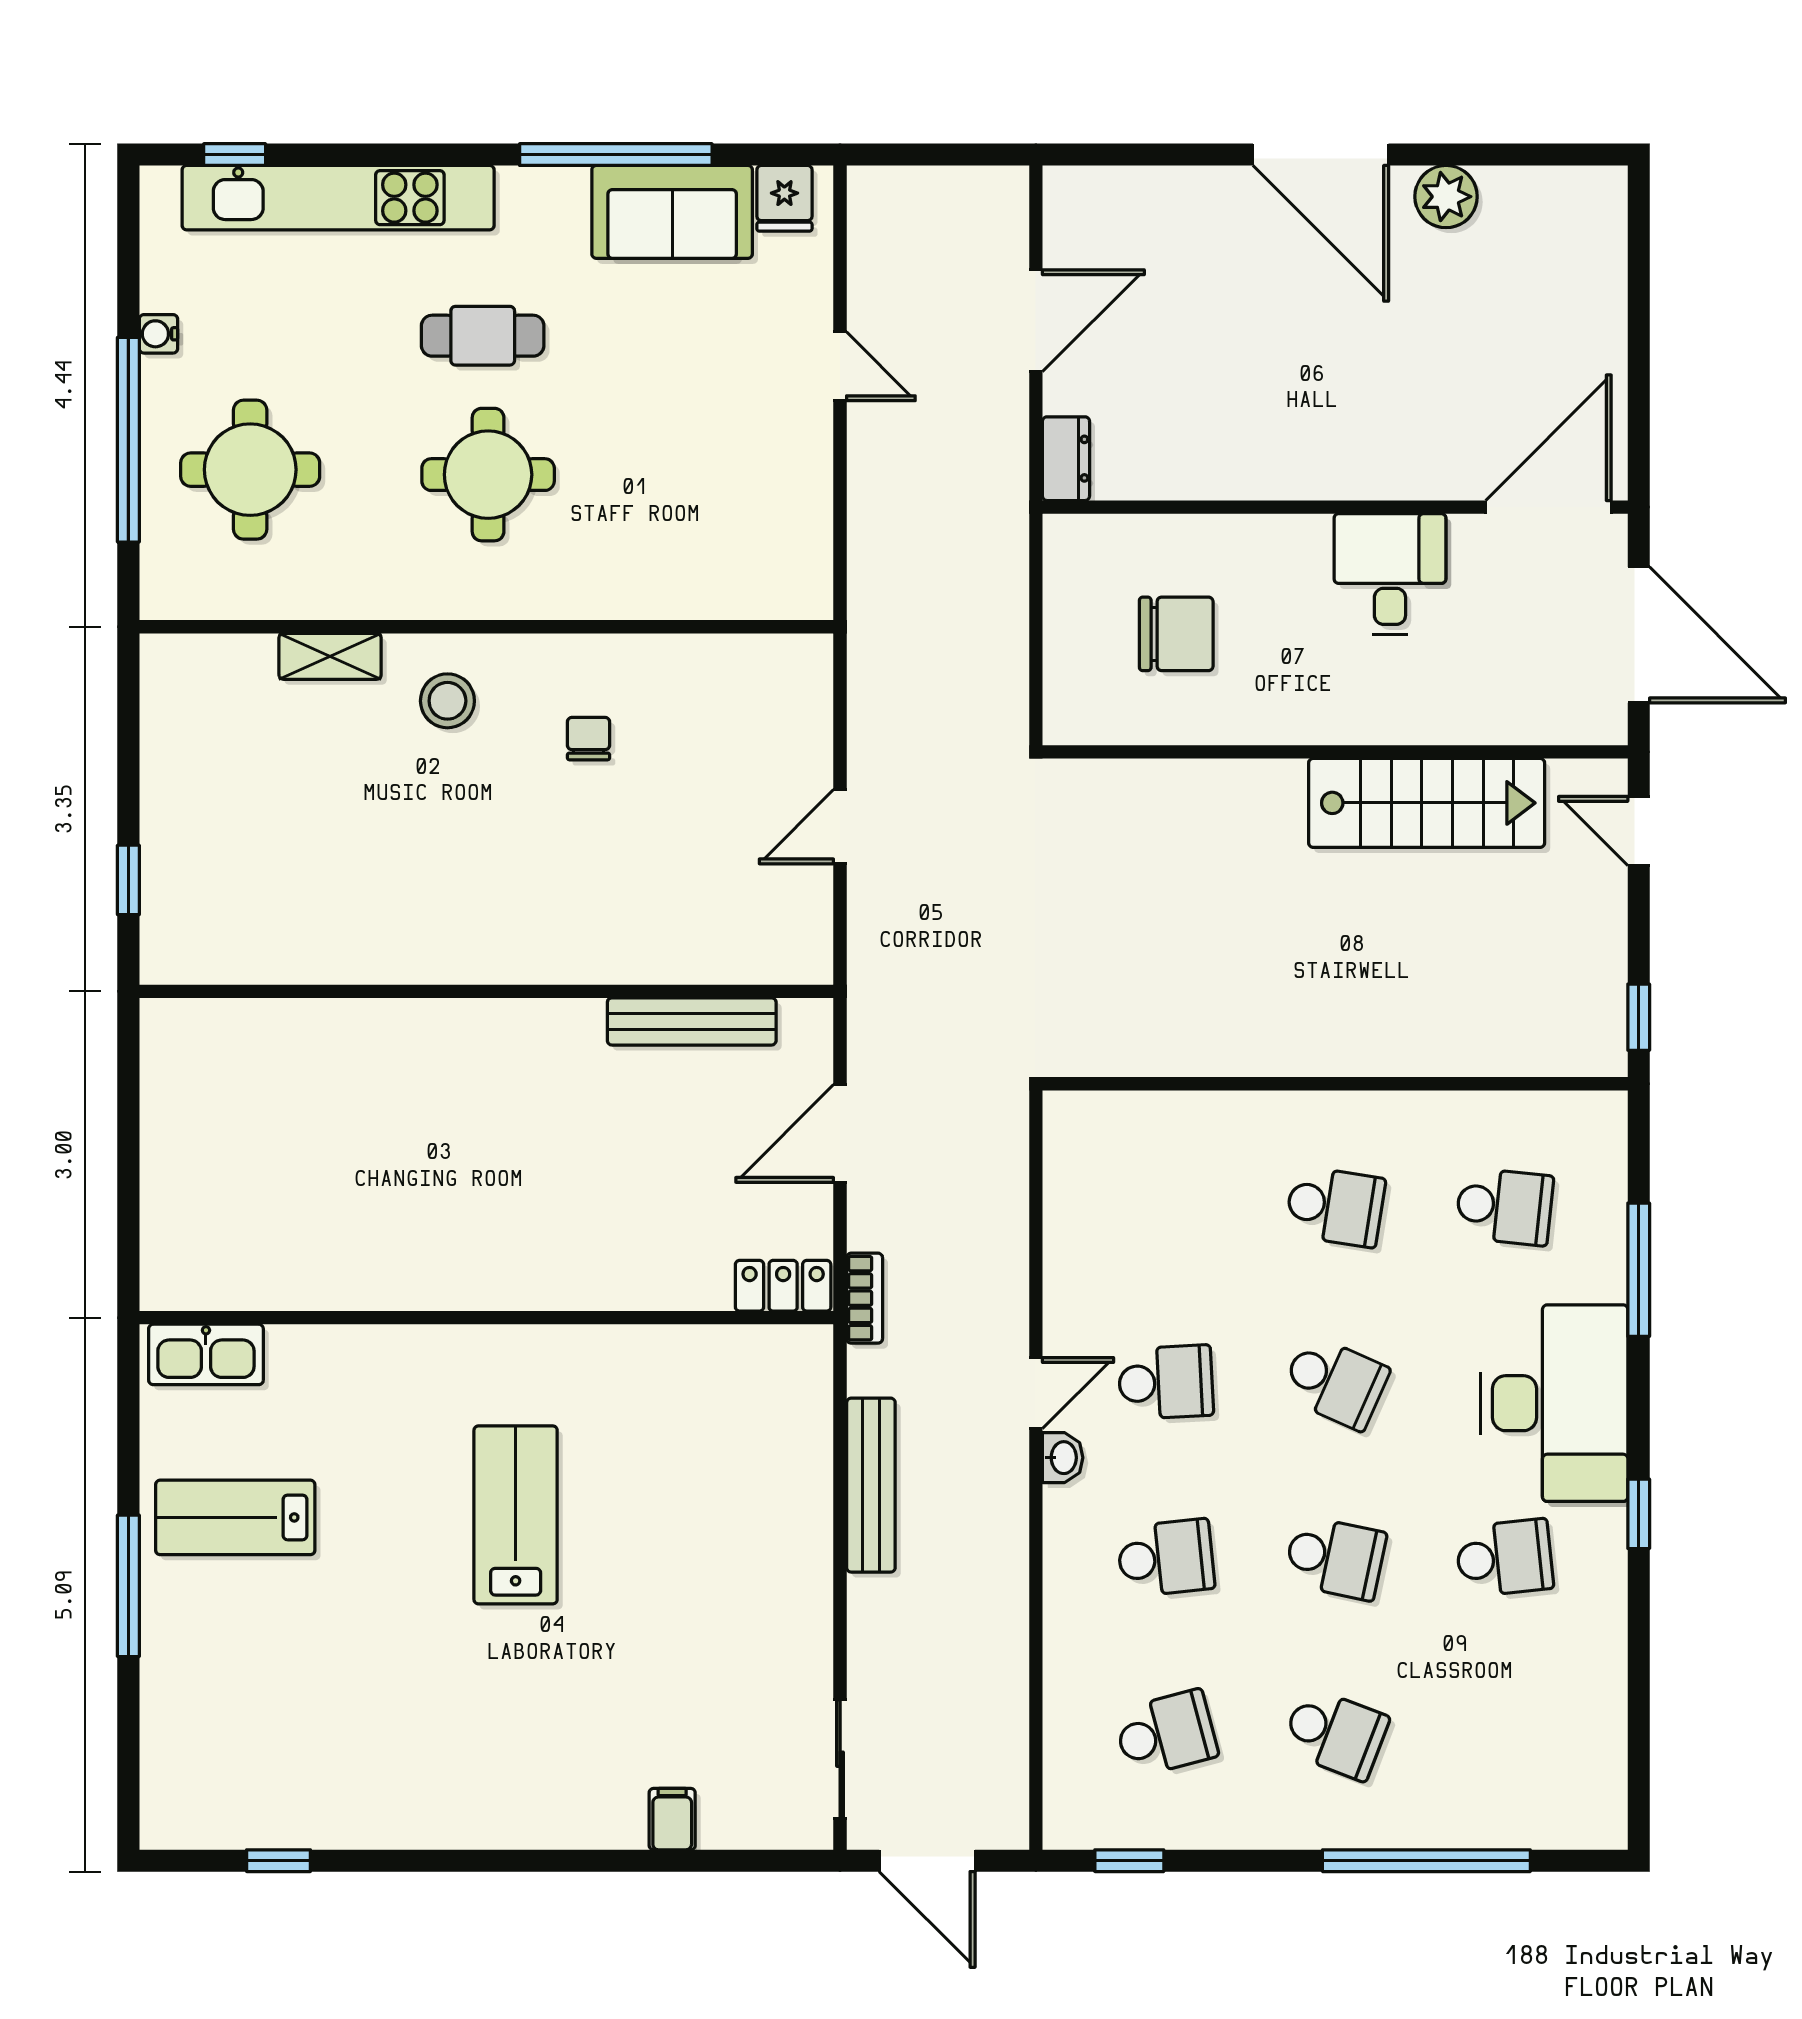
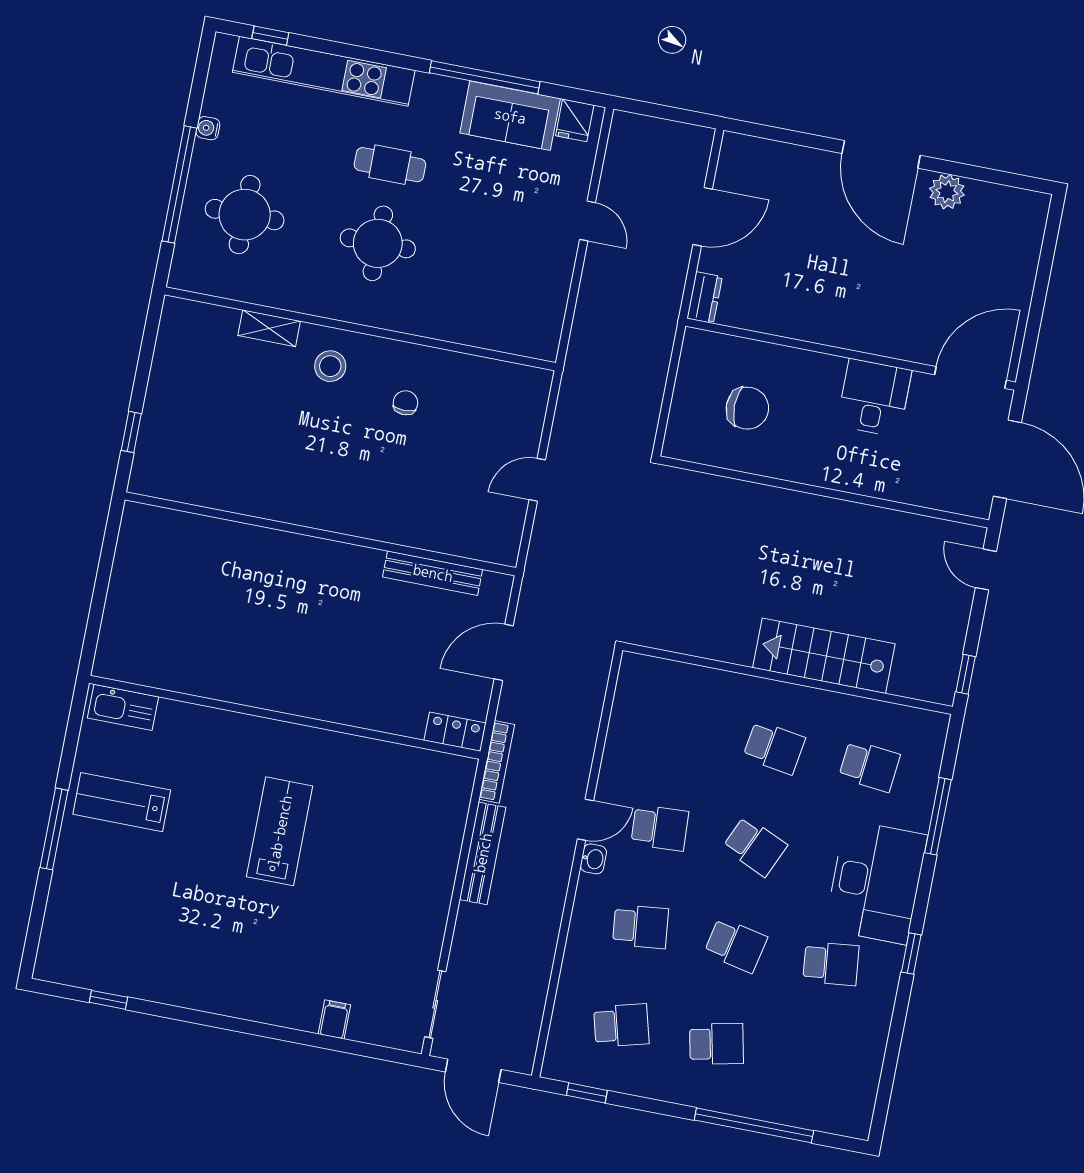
stairs: (1427, 803) -> (824, 656), moved, turned 180
bookcase: (865, 1298) -> (497, 762), width x1.56
school desk: (1335, 1734) -> (717, 1044), turned -33

